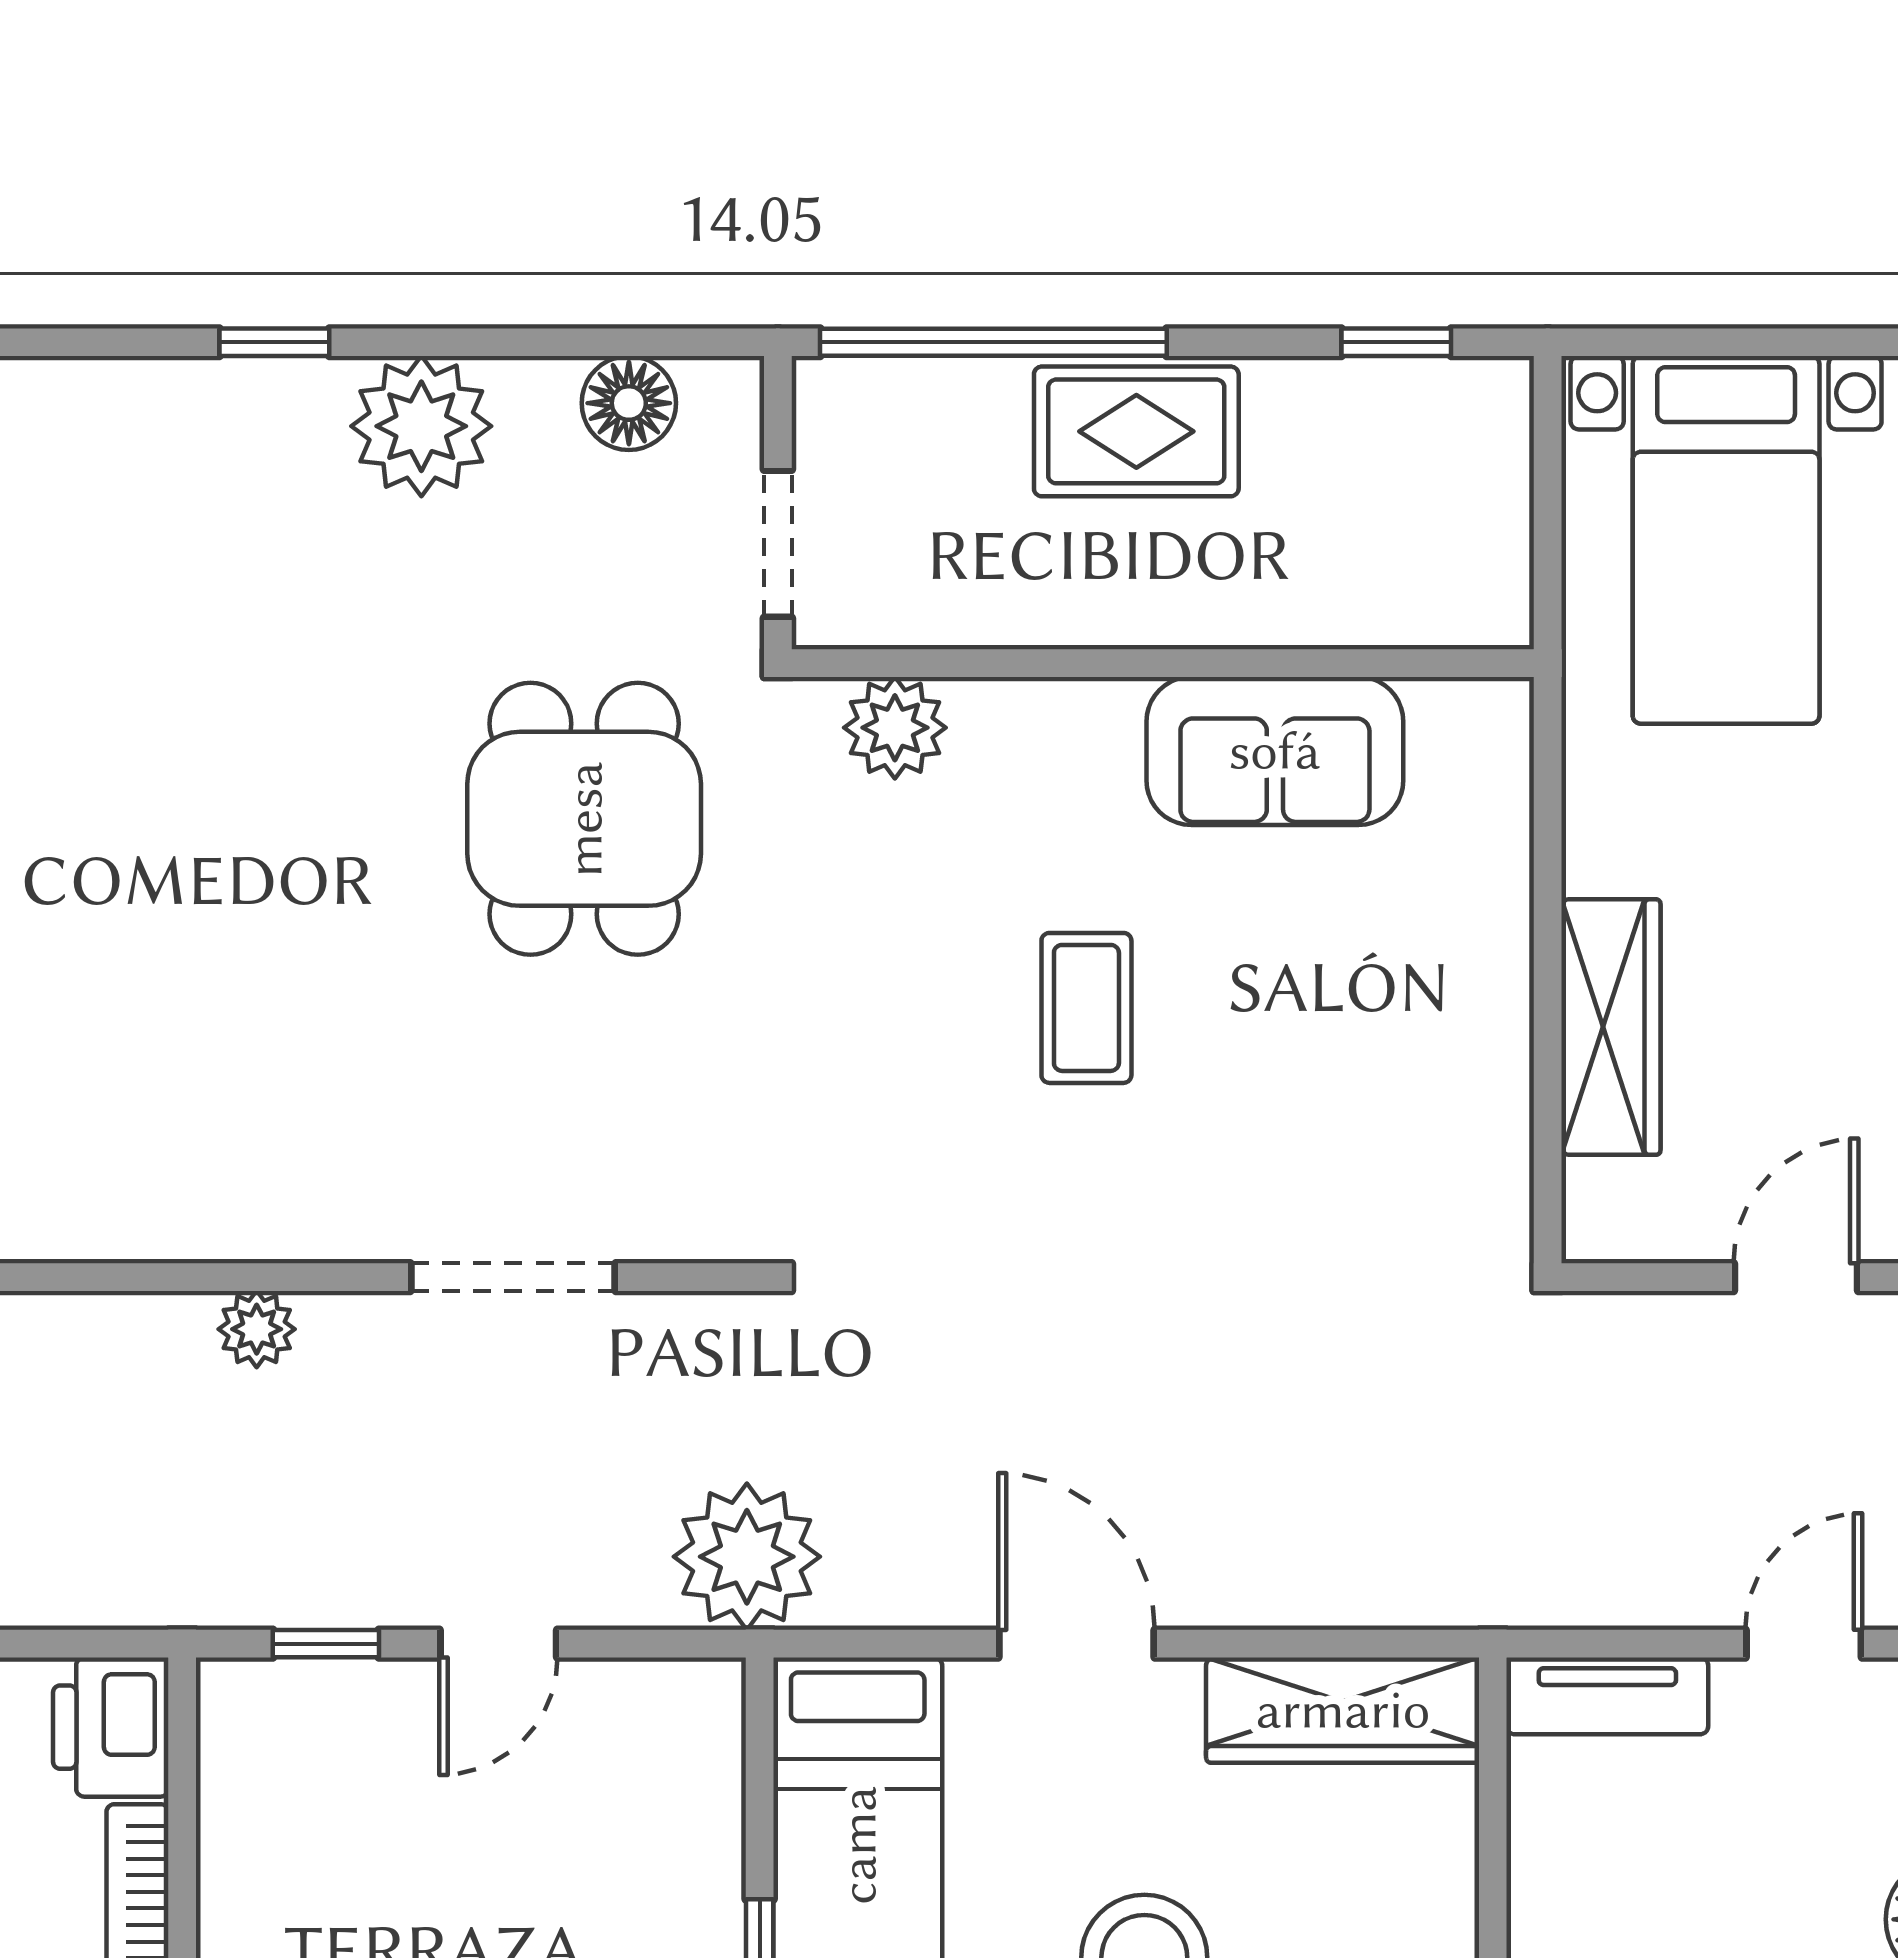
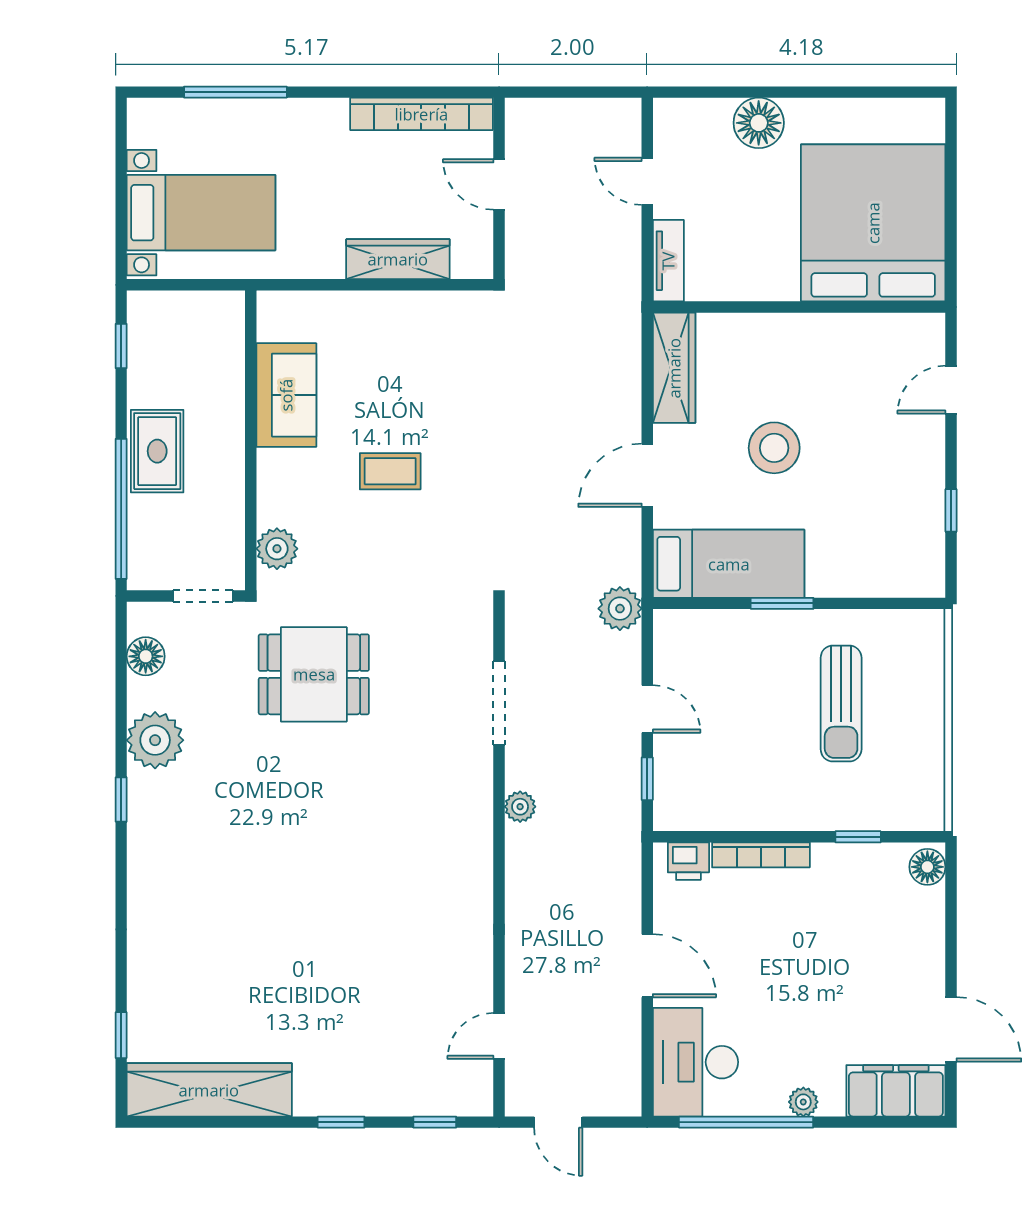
plant: (747, 1557) -> (620, 609), width x0.73, depth x0.73
printer: (111, 1727) -> (688, 861), width x0.73, depth x0.81

